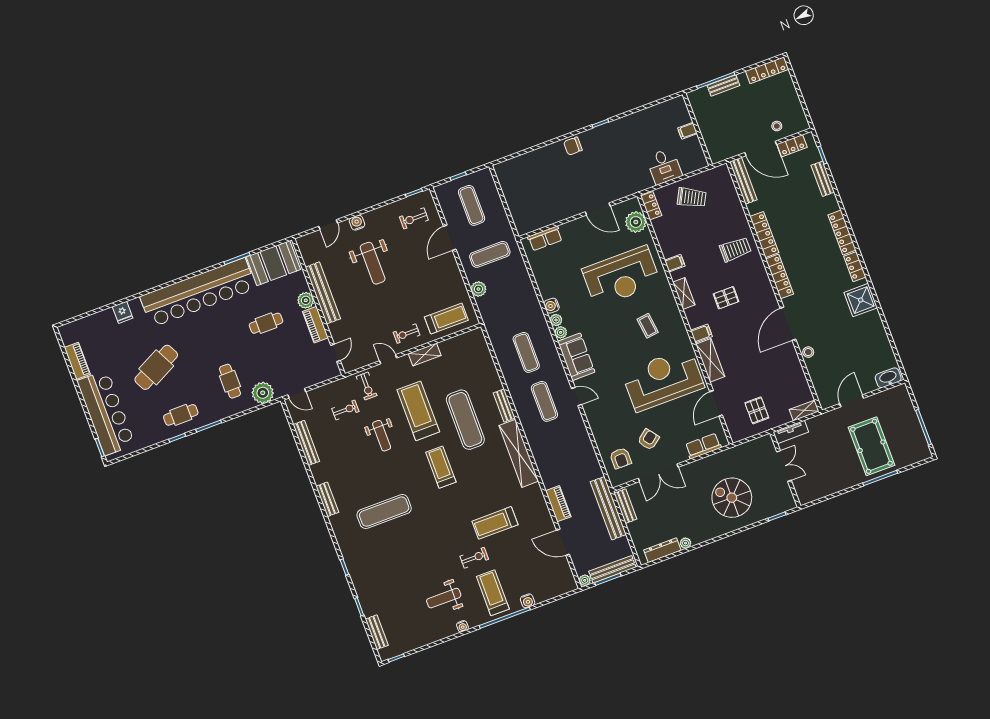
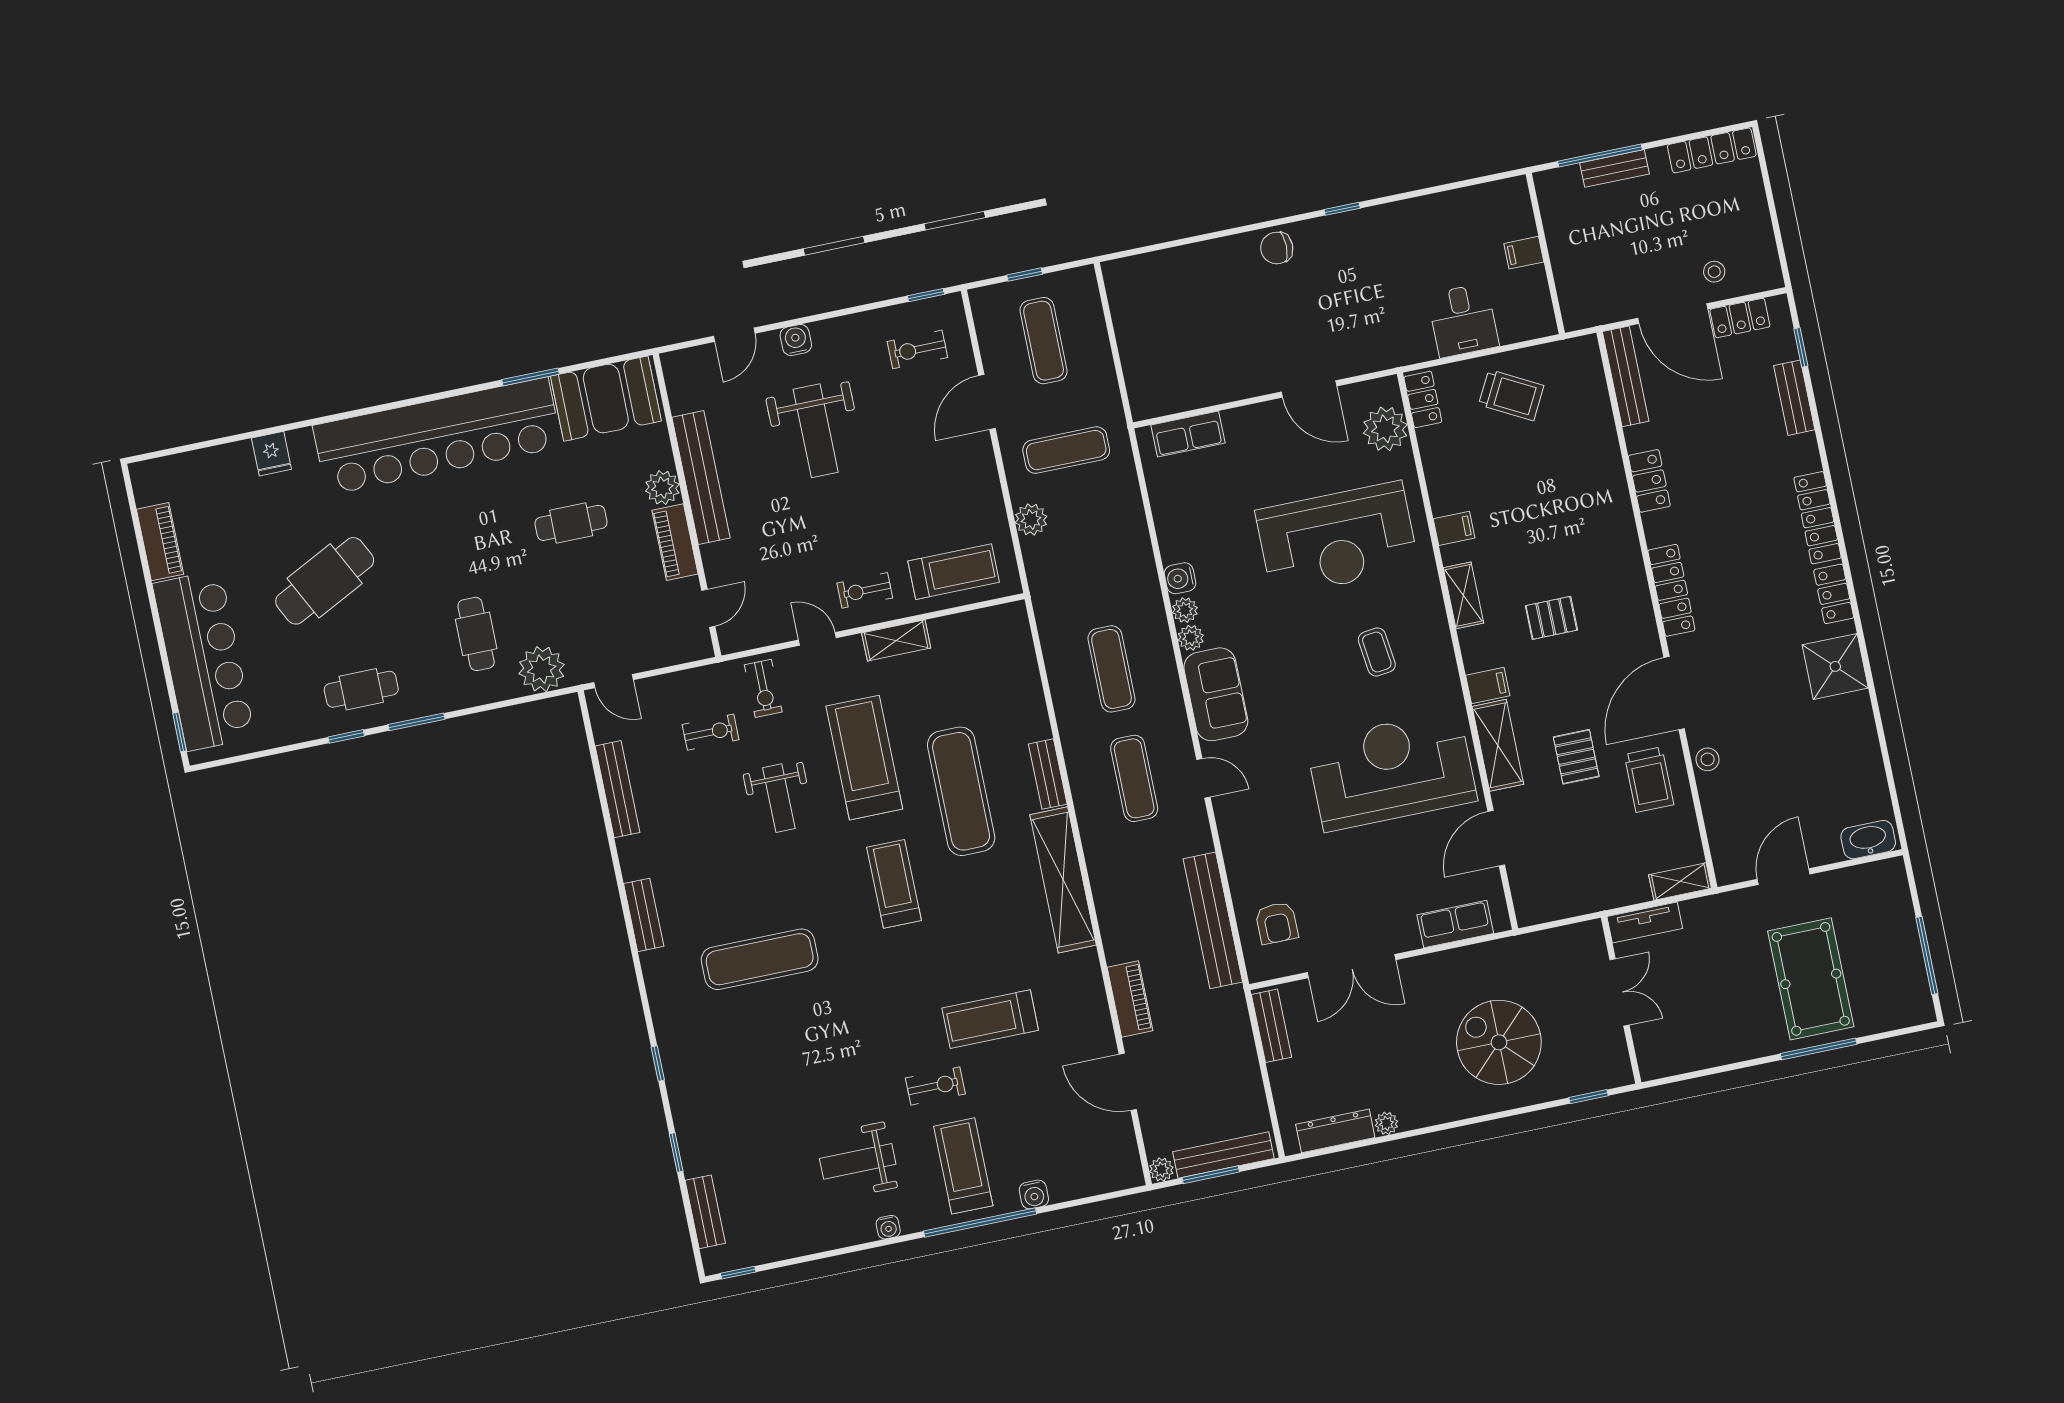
locker: (764, 235) -> (1649, 481), width x0.66
trolley: (735, 249) -> (1649, 780), moved, turned 90
pallet: (757, 410) -> (1576, 757), moved
armchair: (648, 439) -> (1342, 892), removed
bench: (608, 508) -> (1213, 920), moved

